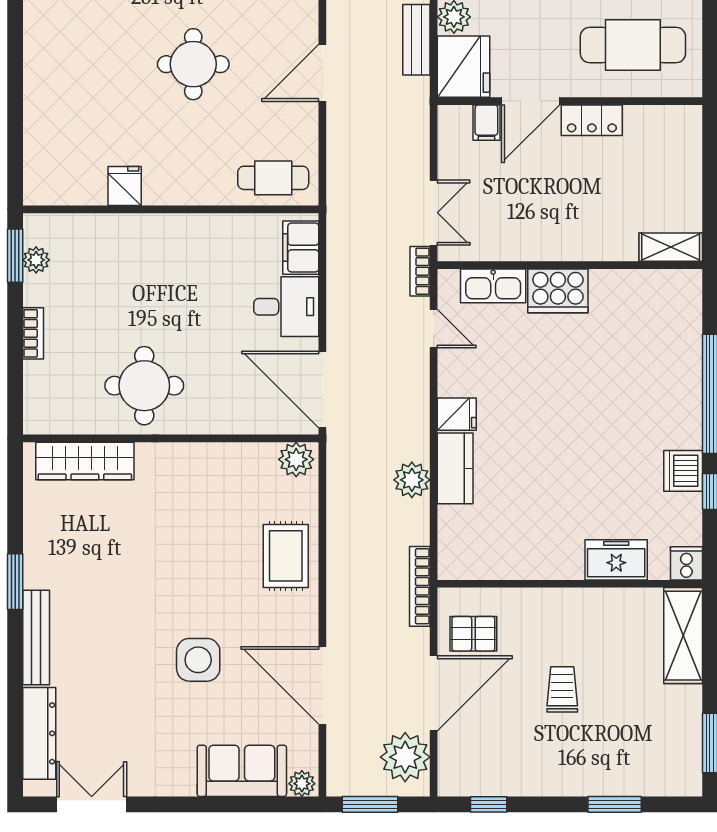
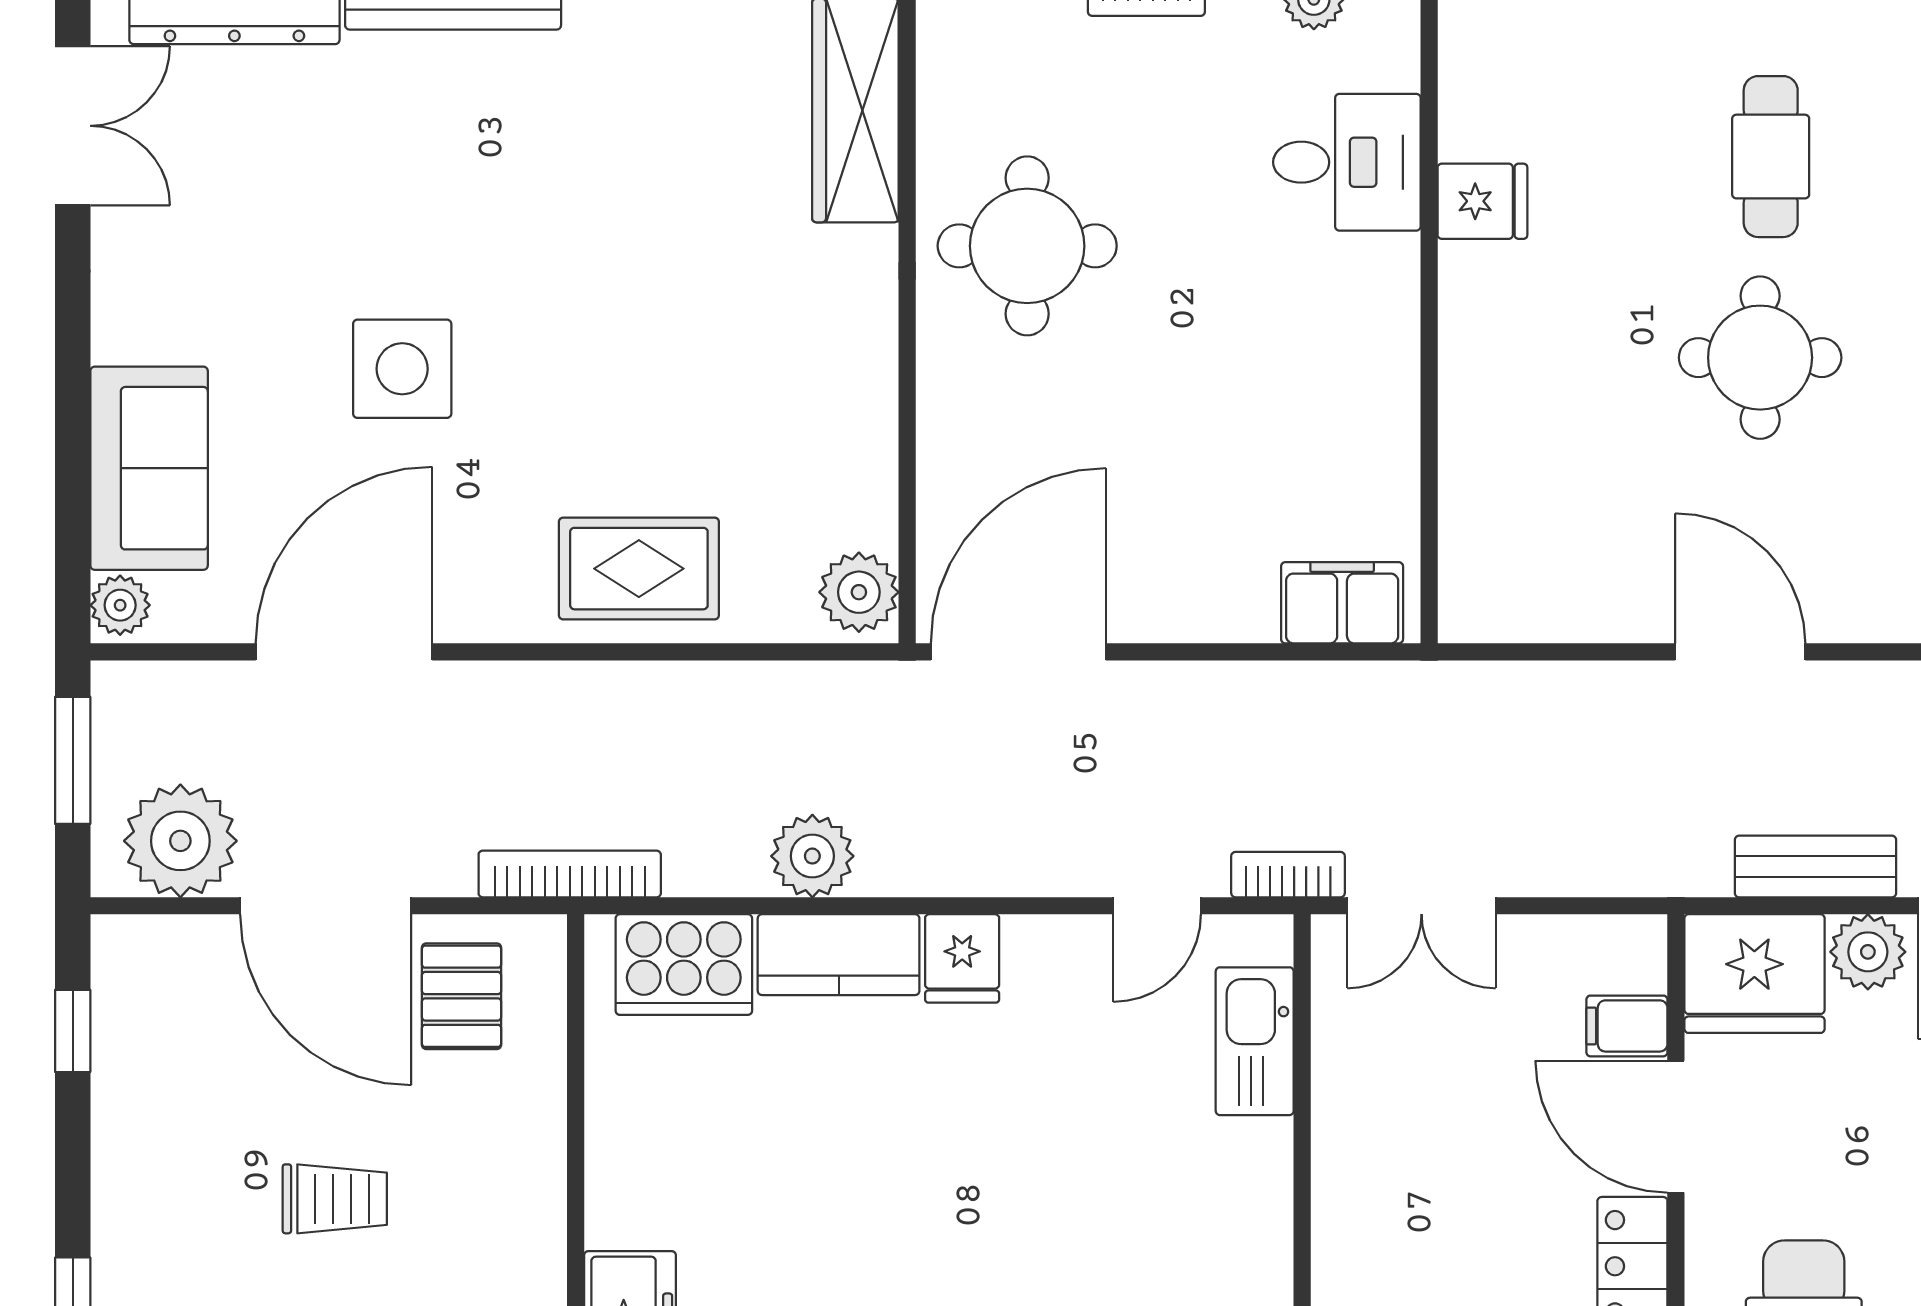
cafe table: (273, 178) -> (1771, 157), moved
cooker: (558, 291) -> (684, 965), moved, turned -90
desk: (286, 307) -> (1347, 162), moved, turned -90

